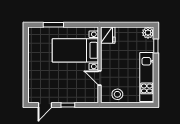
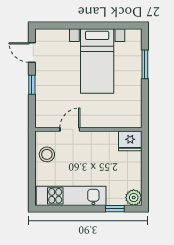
bed with nightstands: (75, 50) -> (97, 61), moved, turned 180

